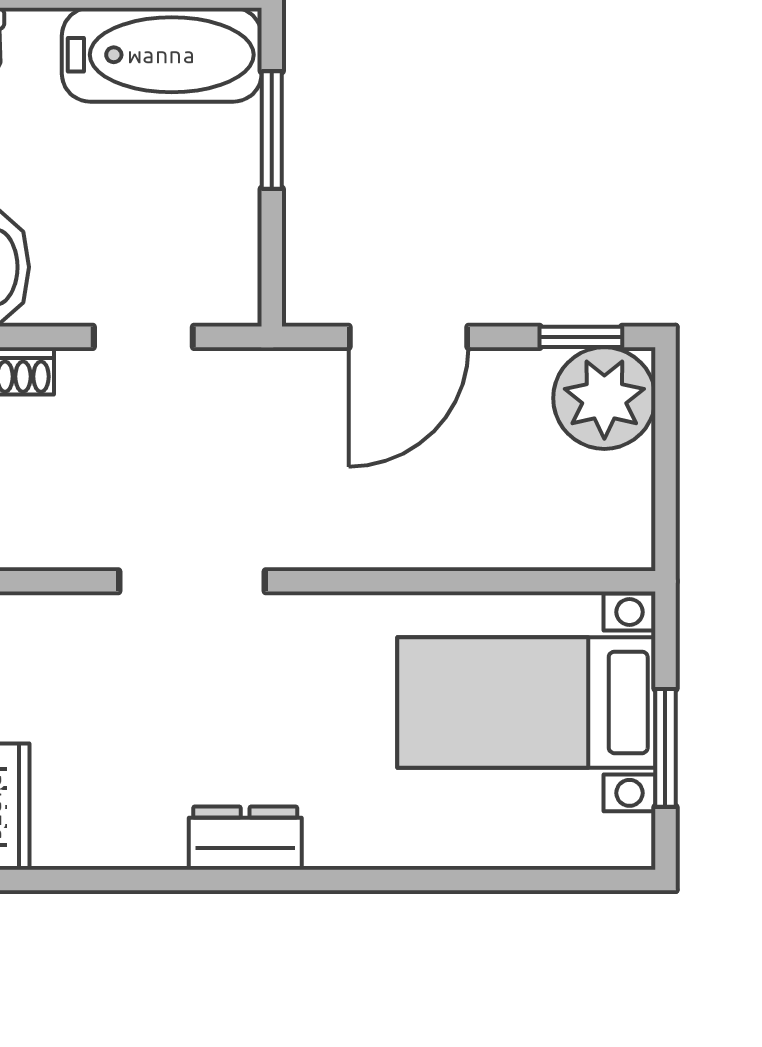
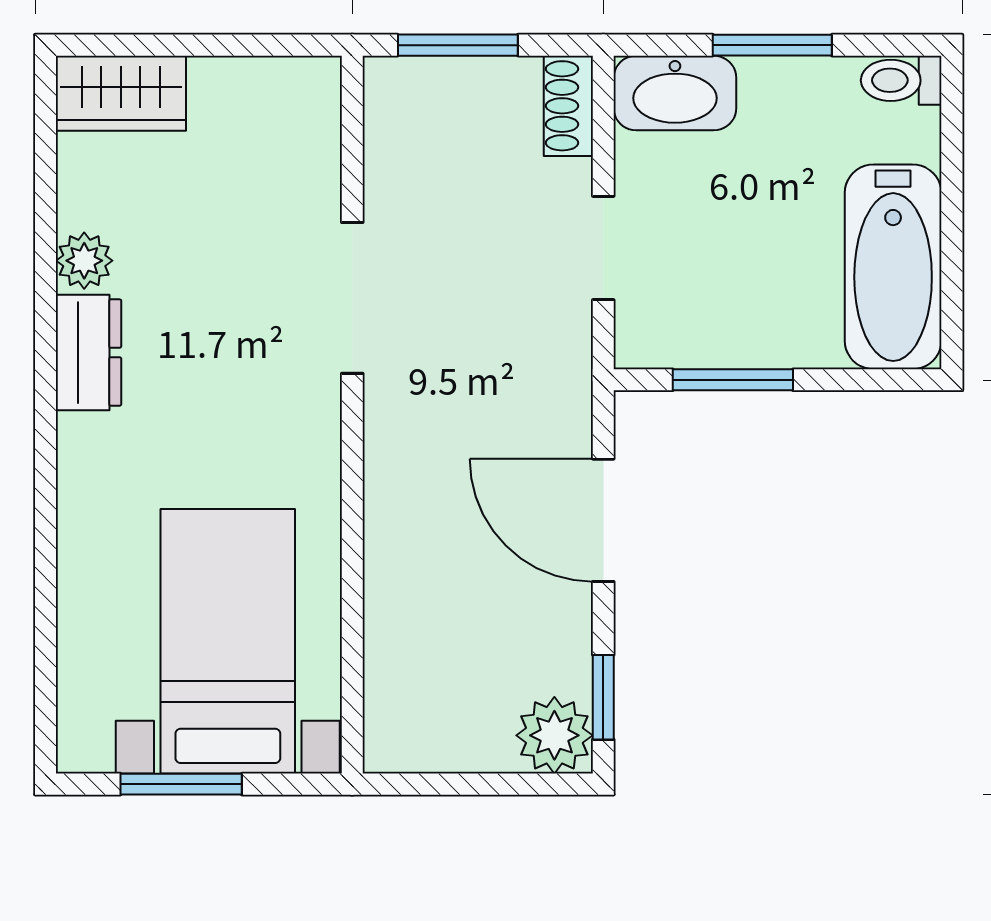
window: (272, 130) -> (733, 380), moved
plant: (604, 398) -> (554, 735), width x0.73, depth x0.73
plant: (156, 842) -> (84, 261), added

